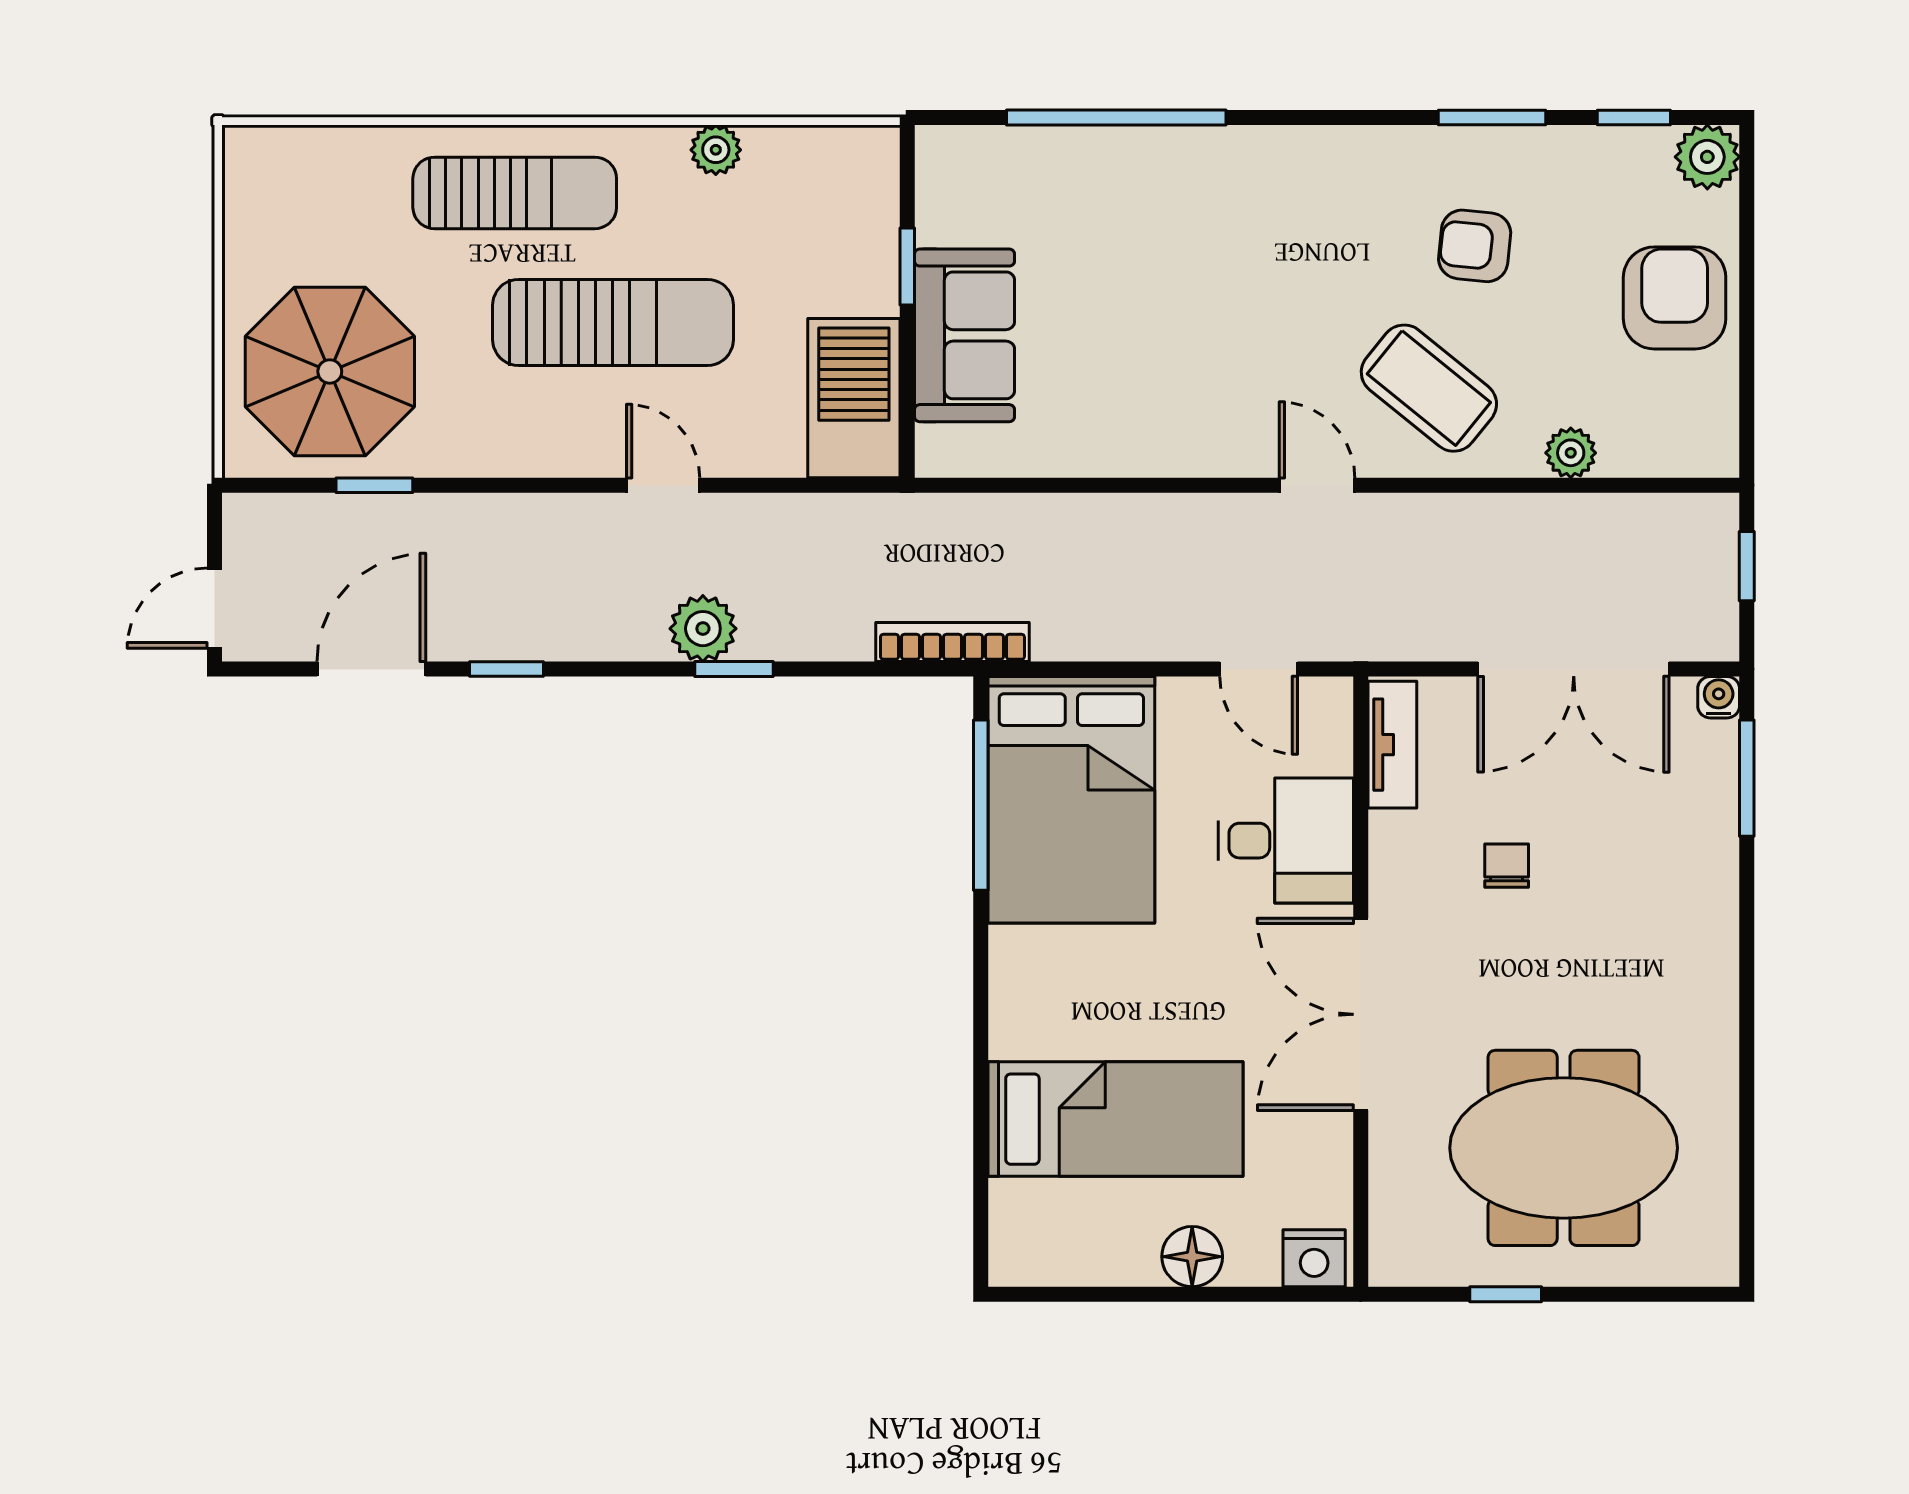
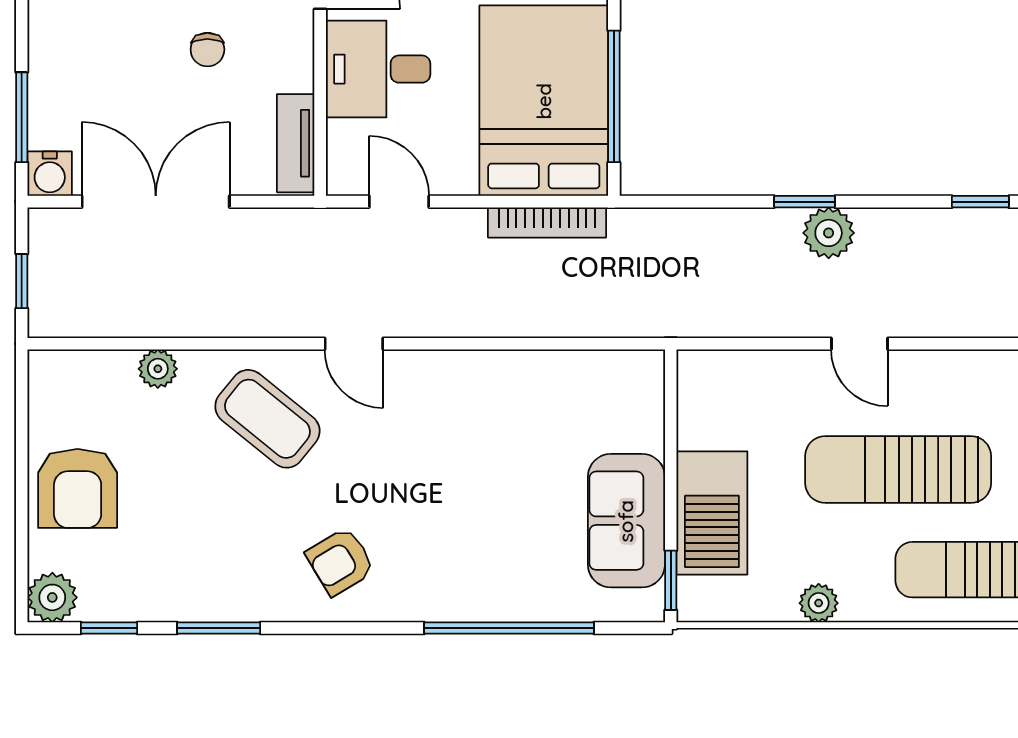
armchair: (1475, 246) -> (340, 562), moved, turned 143
window: (907, 267) -> (671, 580), moved
sofa: (964, 335) -> (626, 521), moved
barbecue: (854, 398) -> (712, 513), moved
bookcase: (952, 642) -> (547, 222), moved
water cooler: (1719, 697) -> (50, 174), width x1.38, depth x1.38

